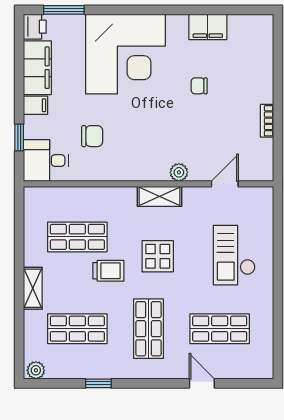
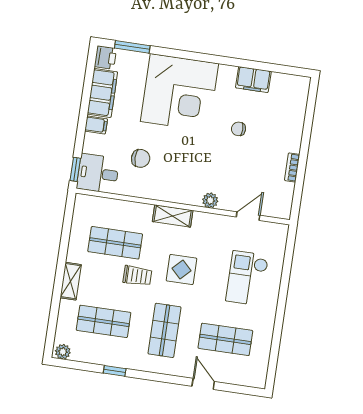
window: (19, 137) -> (75, 169), moved
shelving: (159, 196) -> (173, 216), moved

